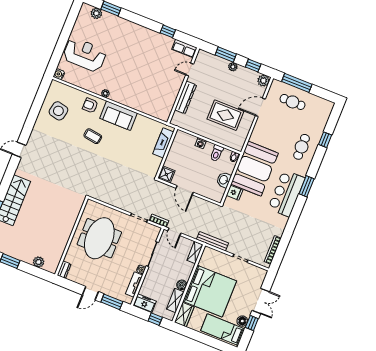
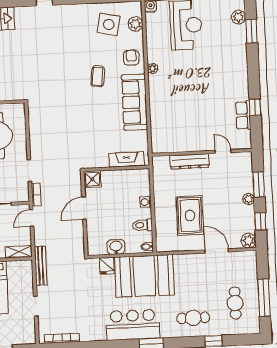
row of seats: (184, 48) -> (243, 115), moved
window: (297, 83) -> (264, 298), moved
plant: (67, 91) -> (135, 24), added
cafe table: (292, 102) -> (235, 303), moved
sofa: (119, 116) -> (135, 102), width x1.36

